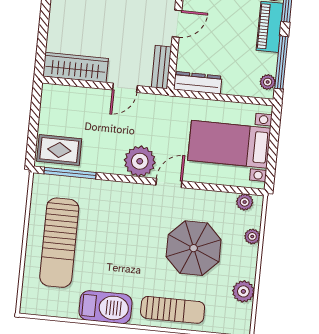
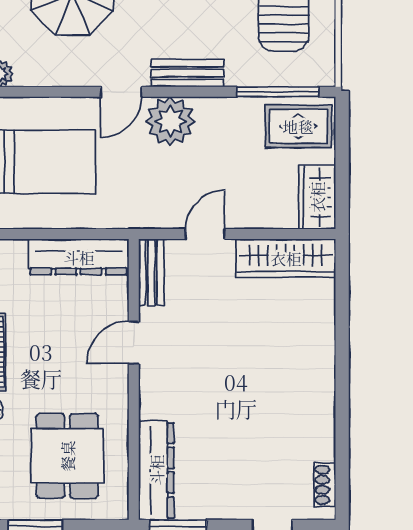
dresser: (198, 83) -> (79, 257), width x1.37, depth x1.24
wardrobe: (52, 104) -> (317, 197), added
bench: (126, 191) -> (187, 73), added

